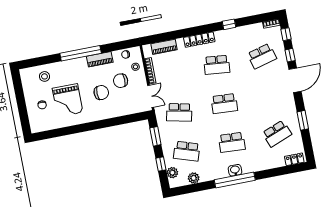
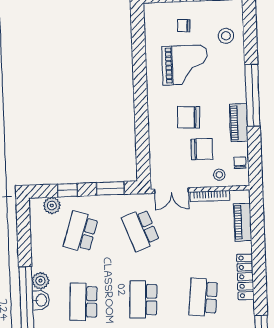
chair: (121, 81) -> (202, 149), turned 90
chair: (101, 93) -> (189, 117), turned 93
grand piano: (68, 100) -> (185, 65), turned 180
school desk: (179, 112) -> (141, 230), turned -33
plant: (194, 178) -> (40, 281), moved

